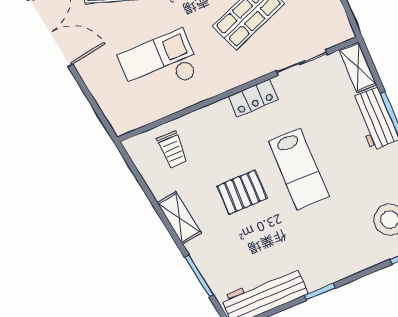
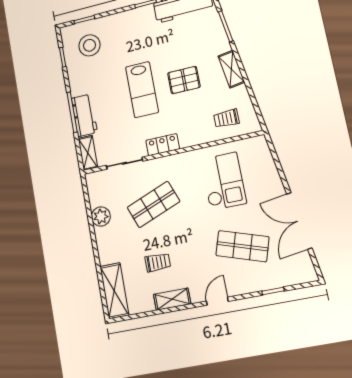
checkout: (159, 64) -> (223, 181), turned -90
trolley: (172, 149) -> (226, 118), turned -90
lab bench: (299, 169) -> (142, 90), turned 180

